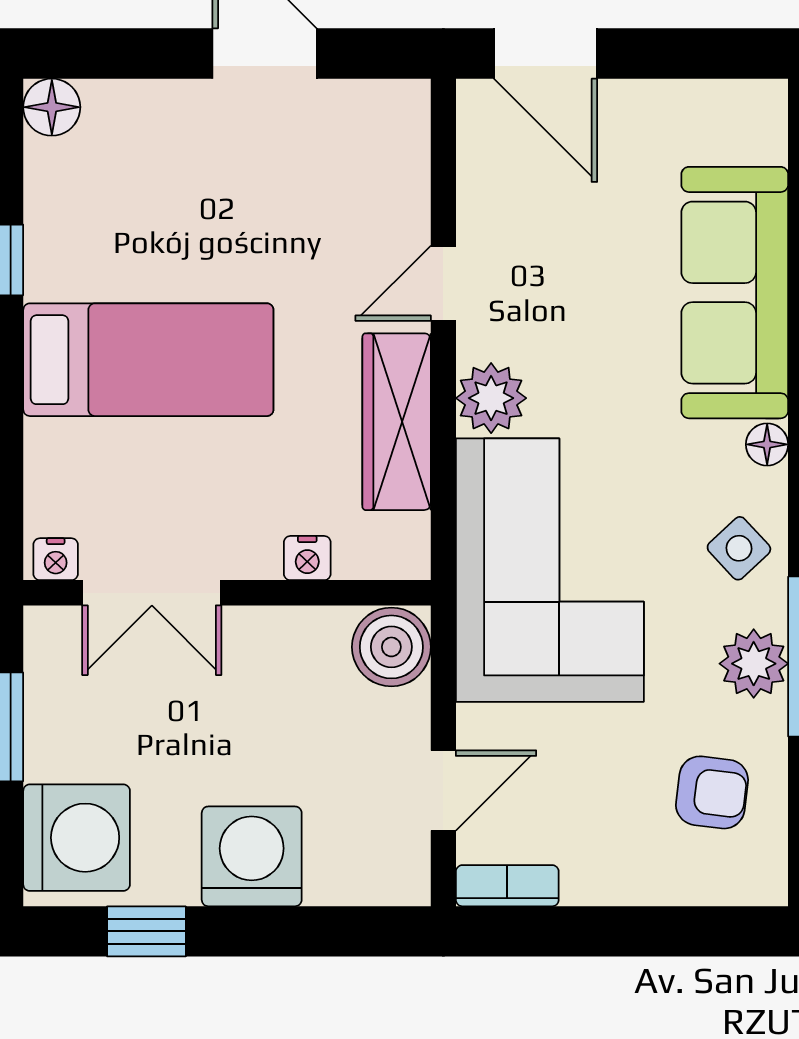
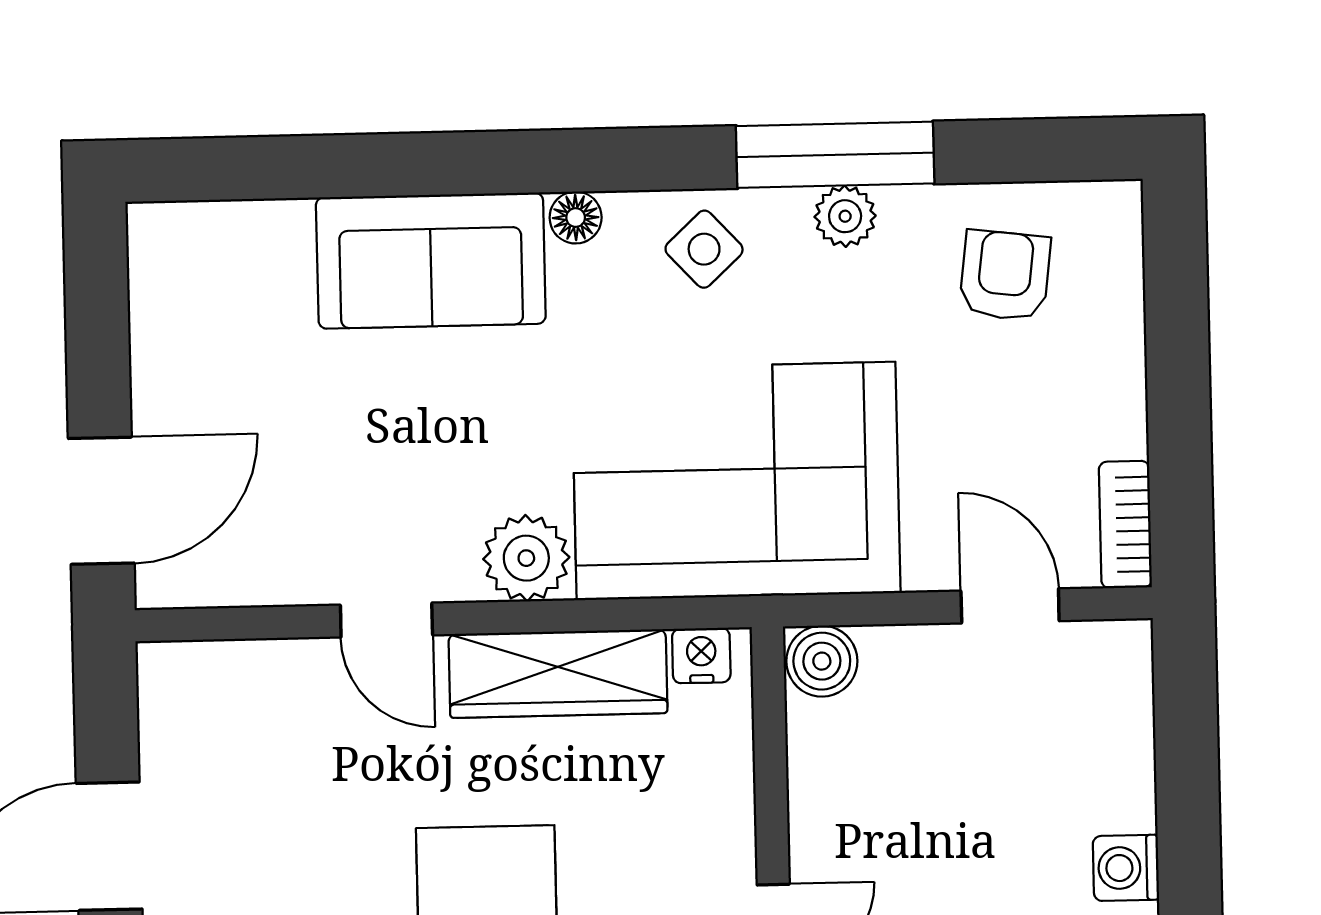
sofa: (735, 293) -> (431, 261), width x0.73
nightstand: (307, 558) -> (701, 656), moved, turned -90
boiler: (391, 647) -> (822, 661), width x0.73, depth x0.73
plant: (754, 664) -> (845, 216), width x0.73, depth x0.73
washing machine: (252, 856) -> (1126, 868), width x0.53, depth x0.53

